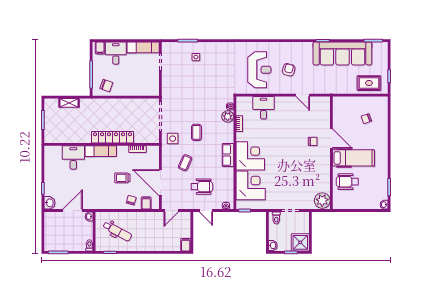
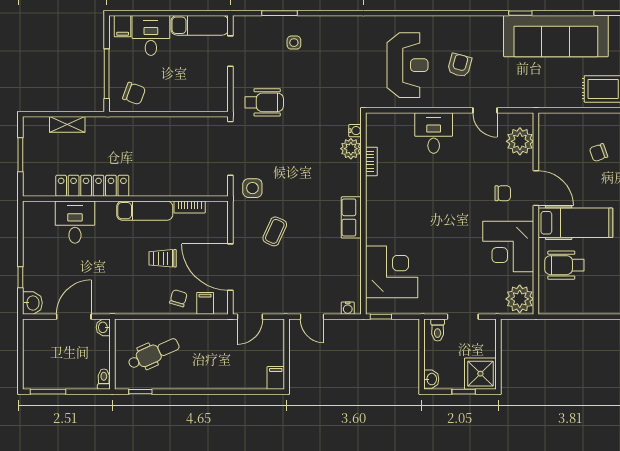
desk: (264, 108) -> (434, 133), moved
plant: (322, 112) -> (520, 141), added
coffee table: (196, 132) -> (295, 177), removed
locker: (112, 137) -> (92, 186), moved
exam couch: (101, 151) -> (145, 211), moved
corner desk: (250, 156) -> (508, 246), moved, turned 180
wheelchair: (202, 187) -> (264, 102), moved
dental chair: (117, 231) -> (154, 354), turned -52

